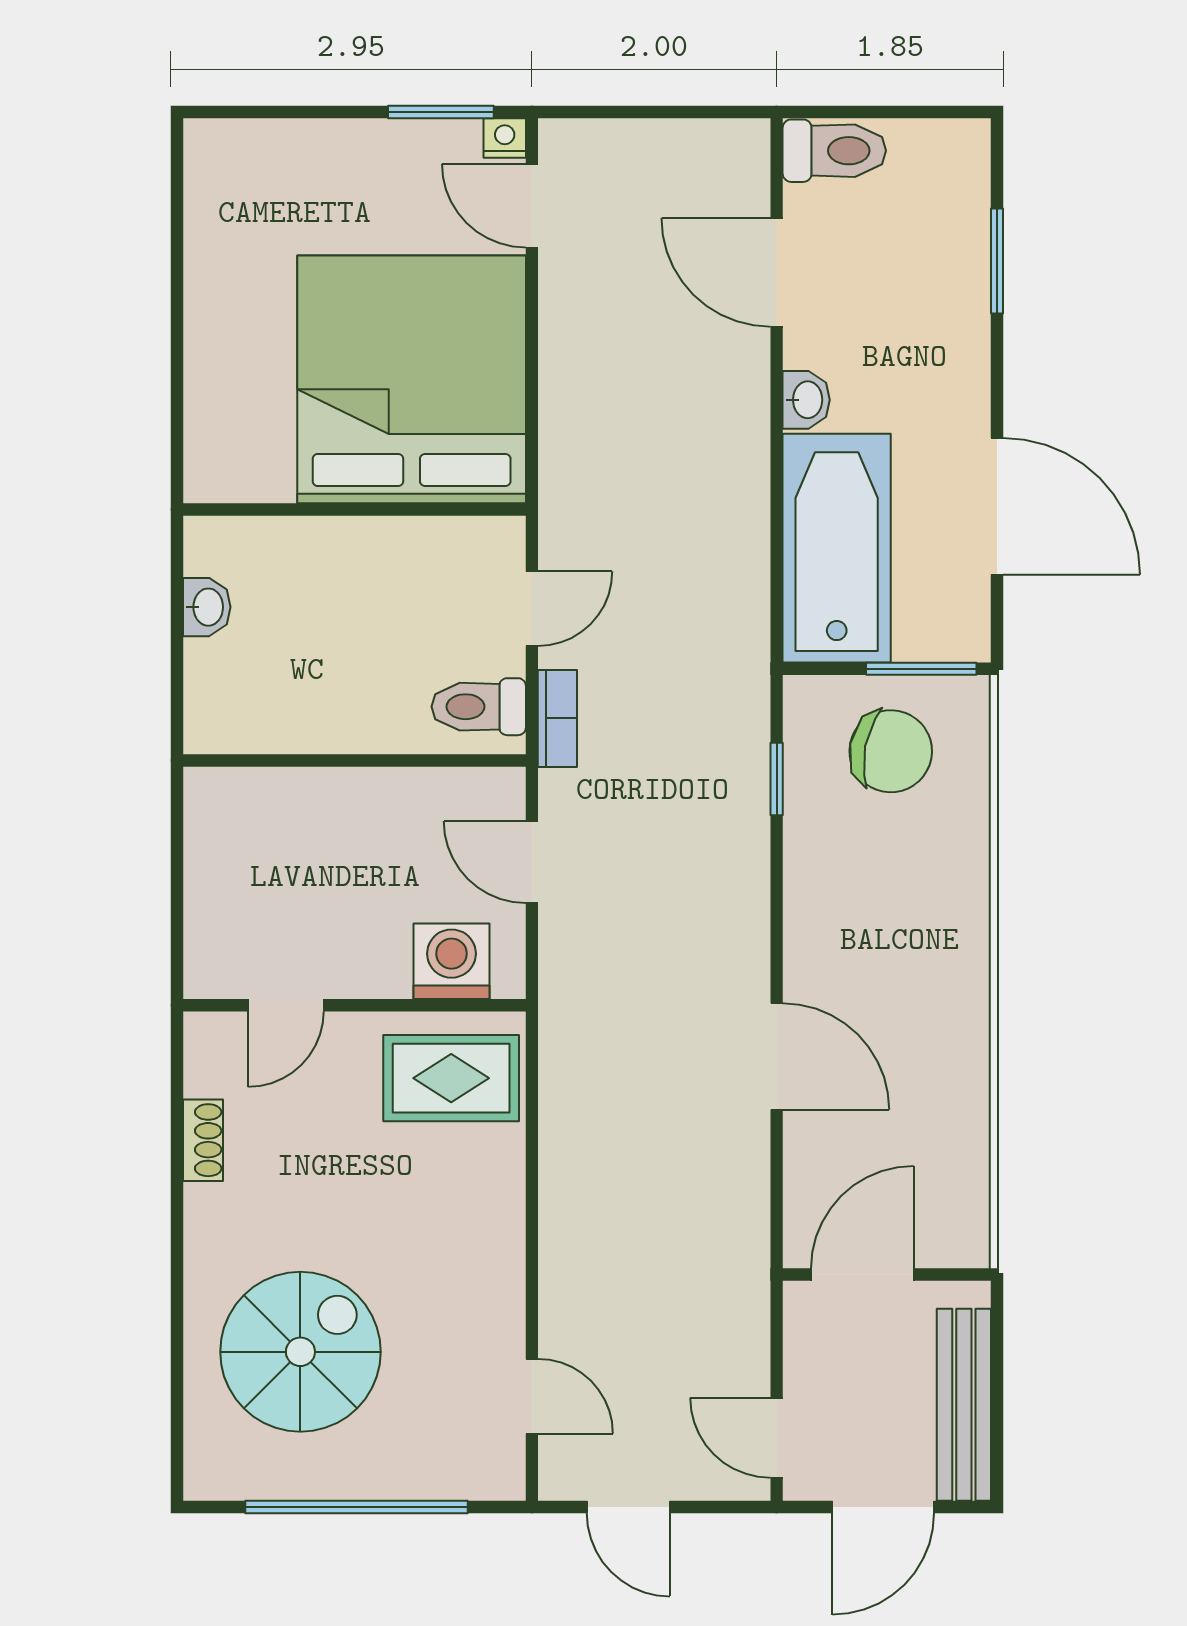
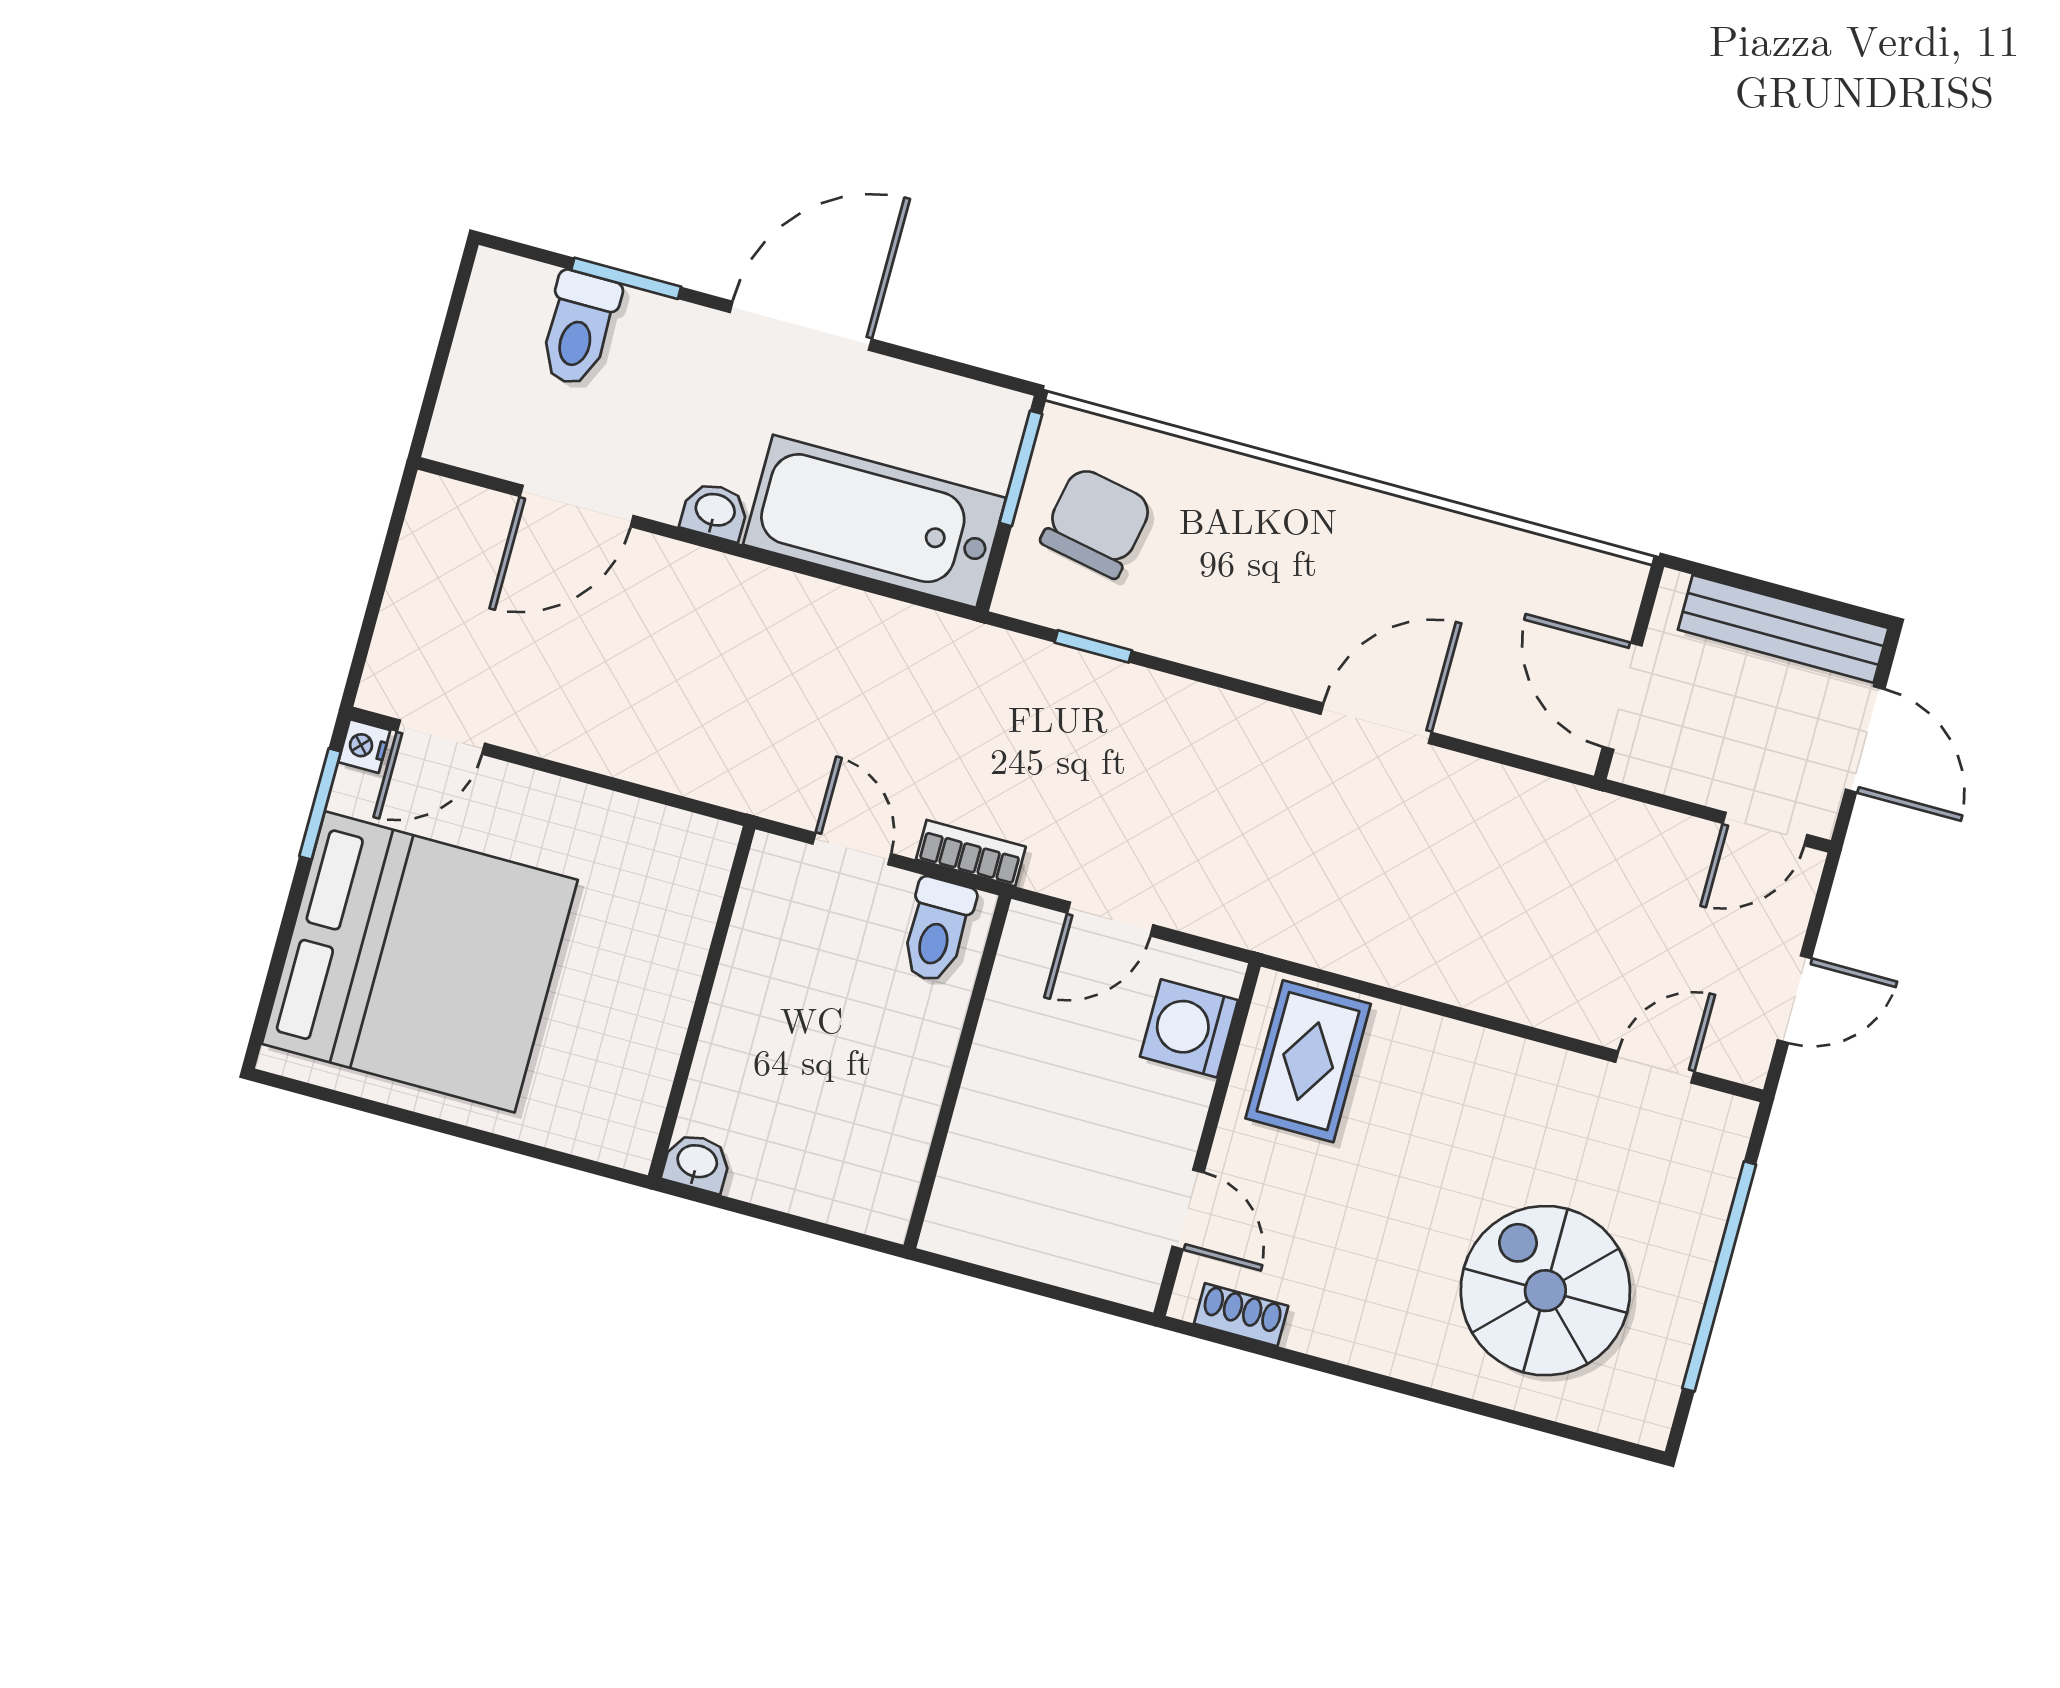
toilet: (834, 151) -> (579, 329), moved, turned 180
bed: (412, 379) -> (420, 962), moved, turned 180
door: (997, 506) -> (801, 326), moved
washbasin: (207, 607) -> (697, 1163), moved
shoe rack: (203, 1140) -> (1241, 1315), moved

